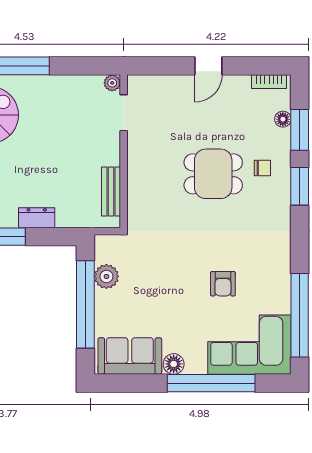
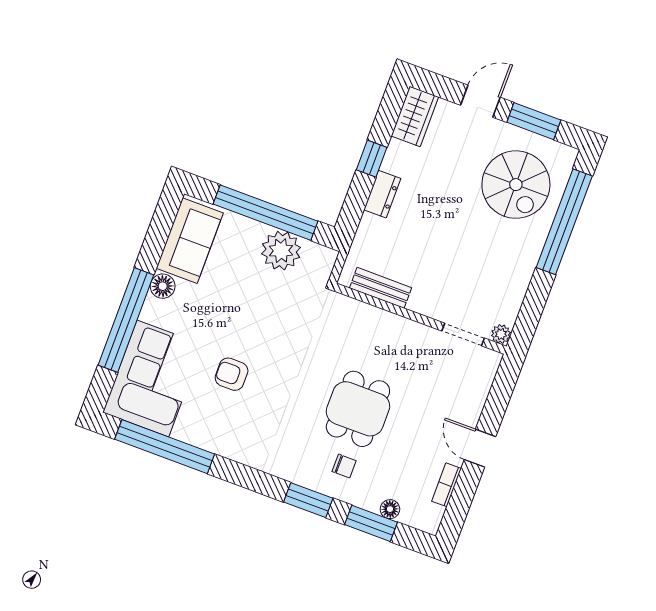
bookcase: (269, 82) -> (447, 485), moved
chair: (262, 168) -> (344, 466), turned -90
plant: (106, 276) -> (281, 251), width x1.36, depth x1.36

